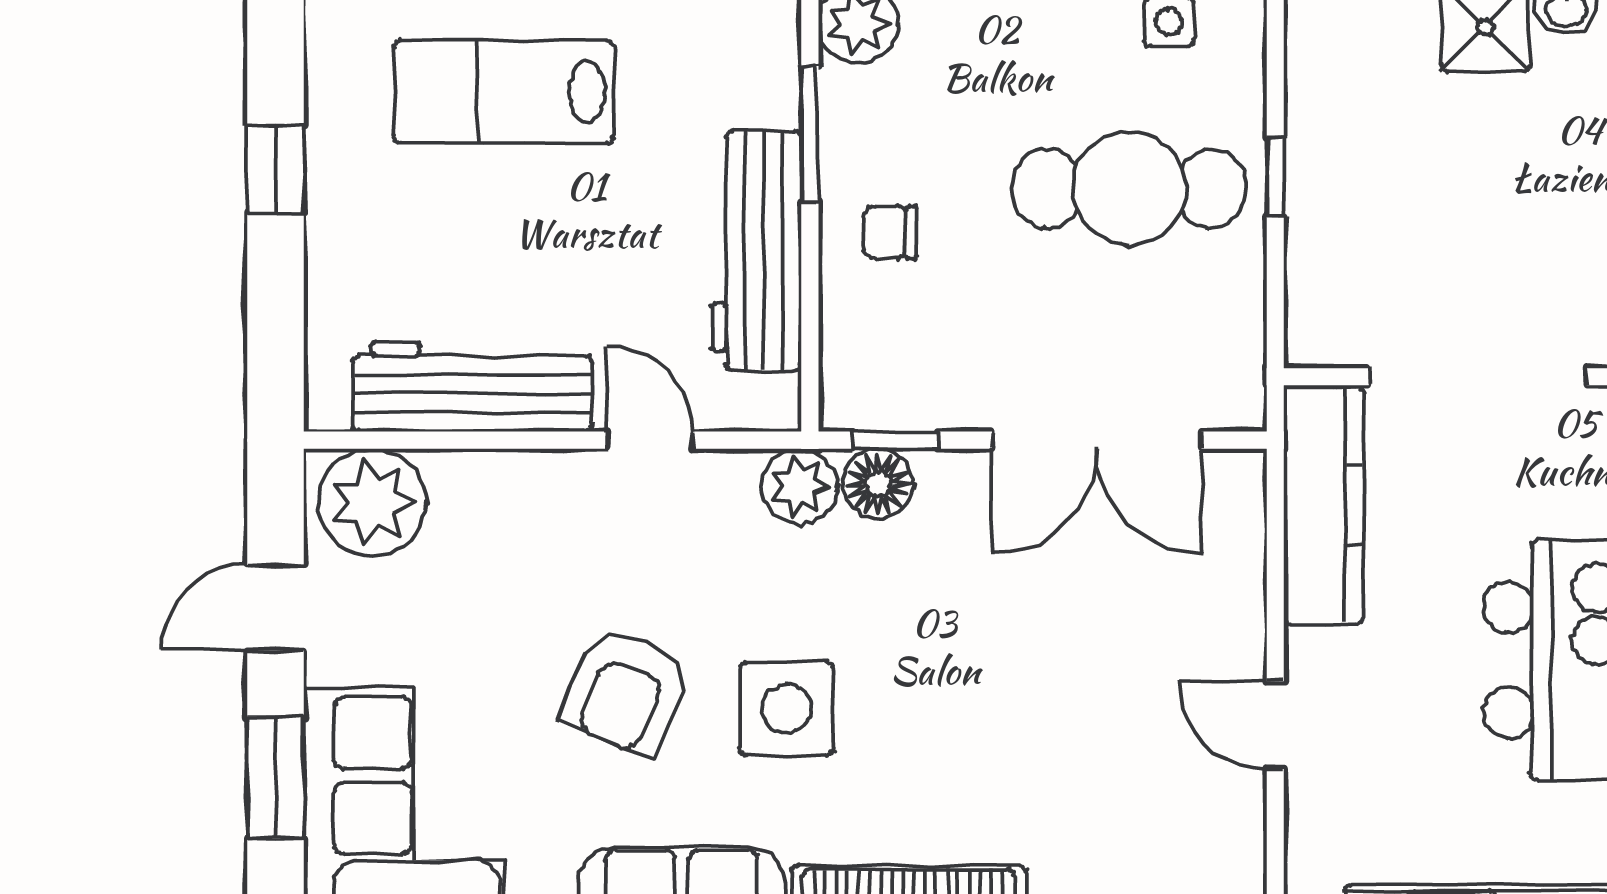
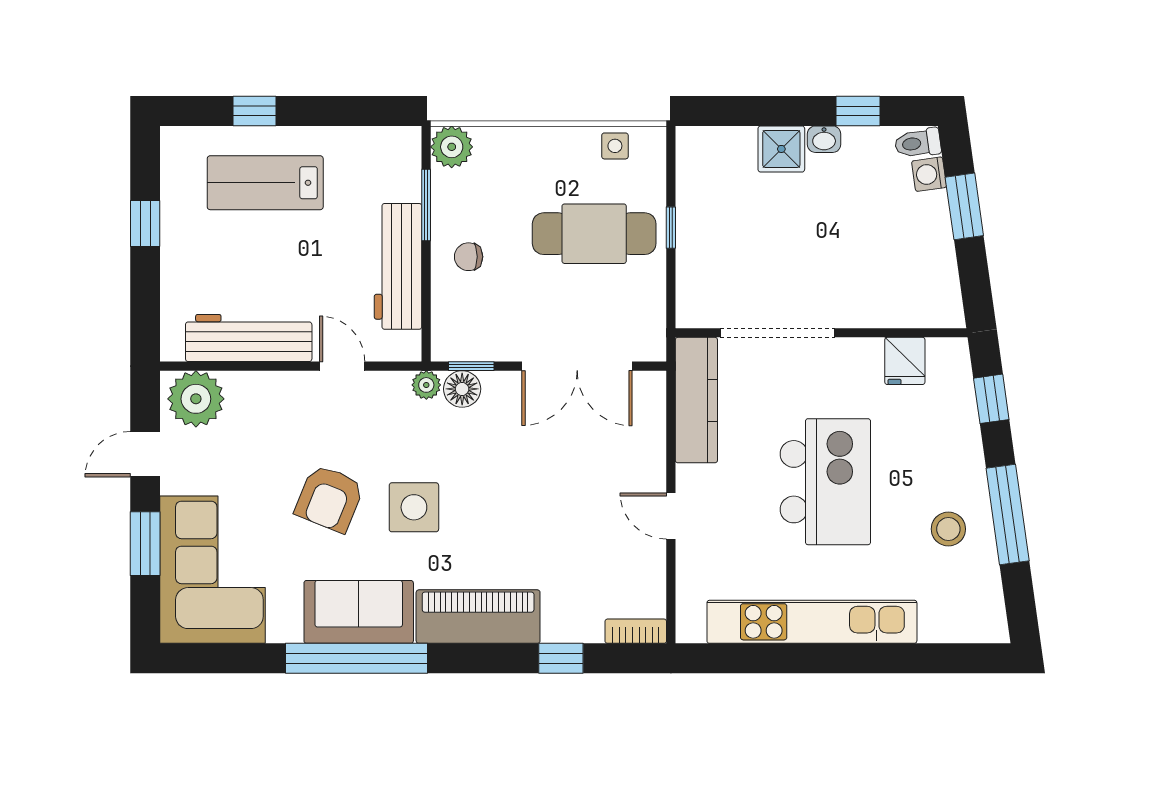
plant: (800, 486) -> (426, 385), width x0.73, depth x0.73

